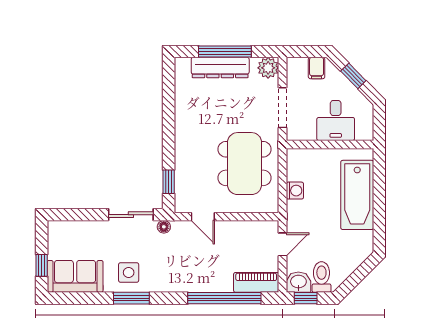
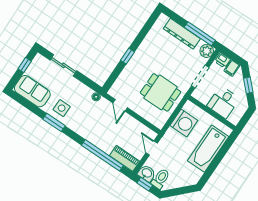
window: (225, 52) -> (200, 34), moved
printer: (297, 66) -> (222, 60), added
dining table: (245, 164) -> (161, 92), width x0.73
window: (169, 182) -> (127, 56), moved
washing machine: (295, 191) -> (184, 123), width x1.89, depth x1.89
sliding door: (131, 215) -> (64, 65), moved
door: (282, 244) -> (152, 148), swing flipped
window: (42, 265) -> (25, 65), moved

